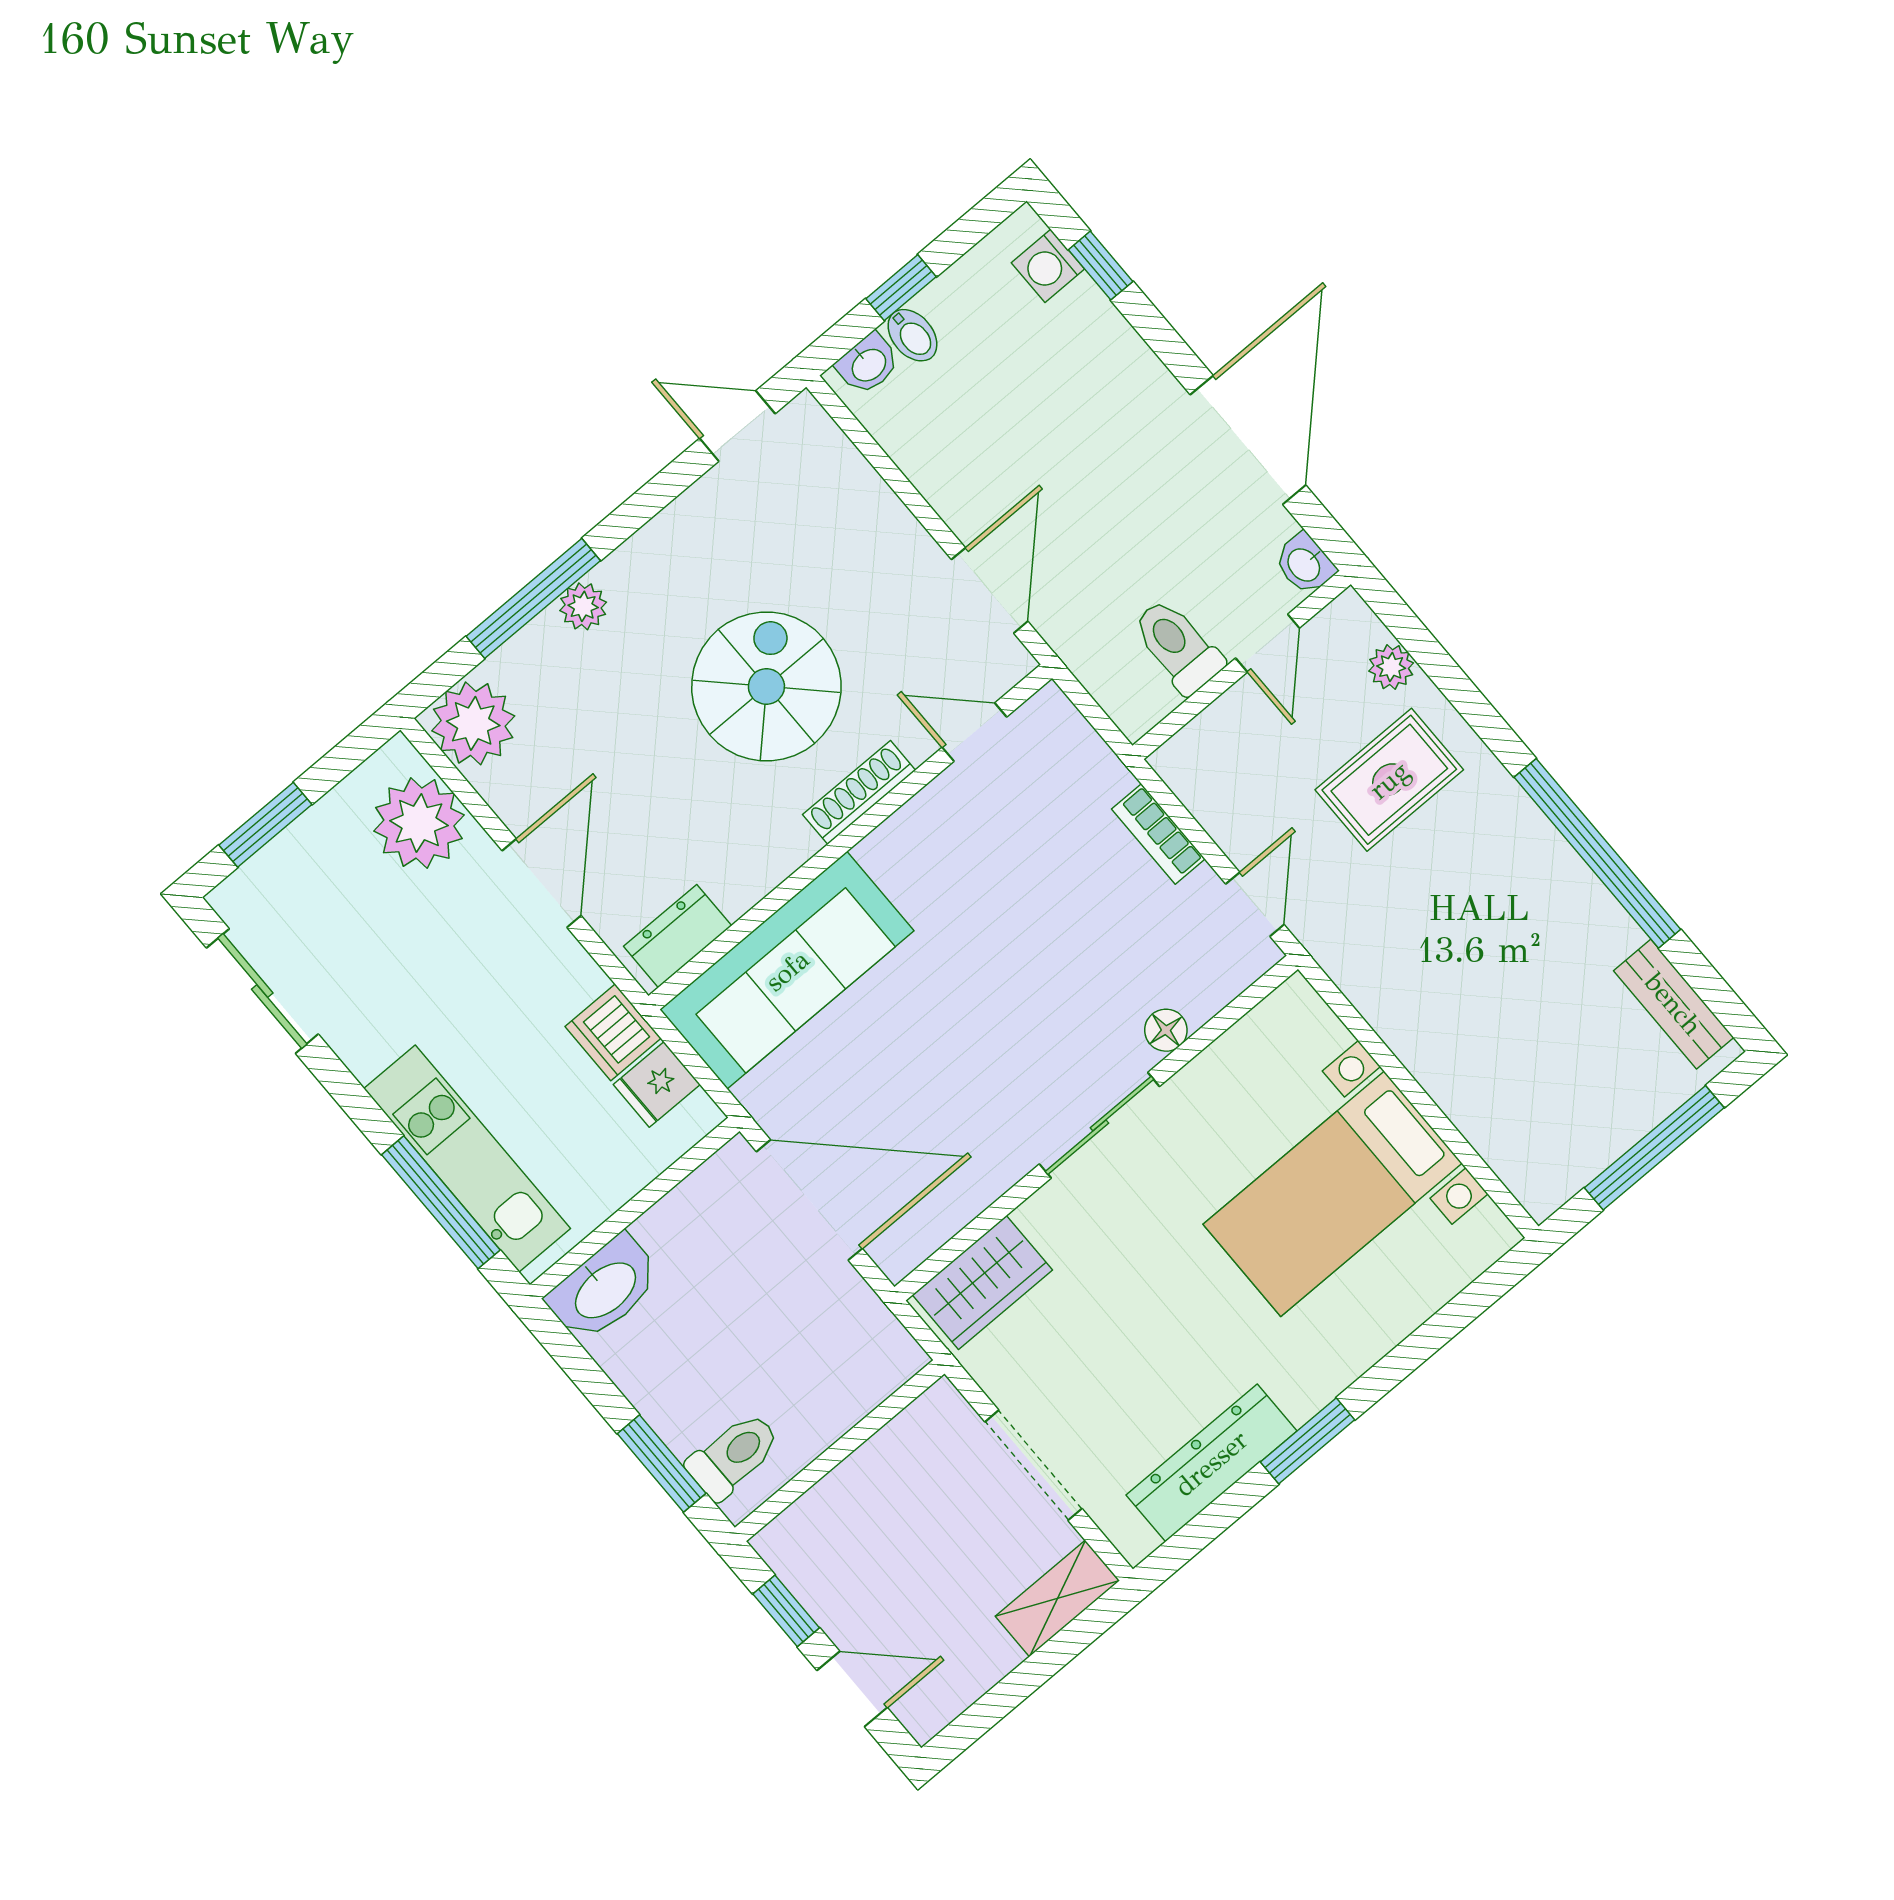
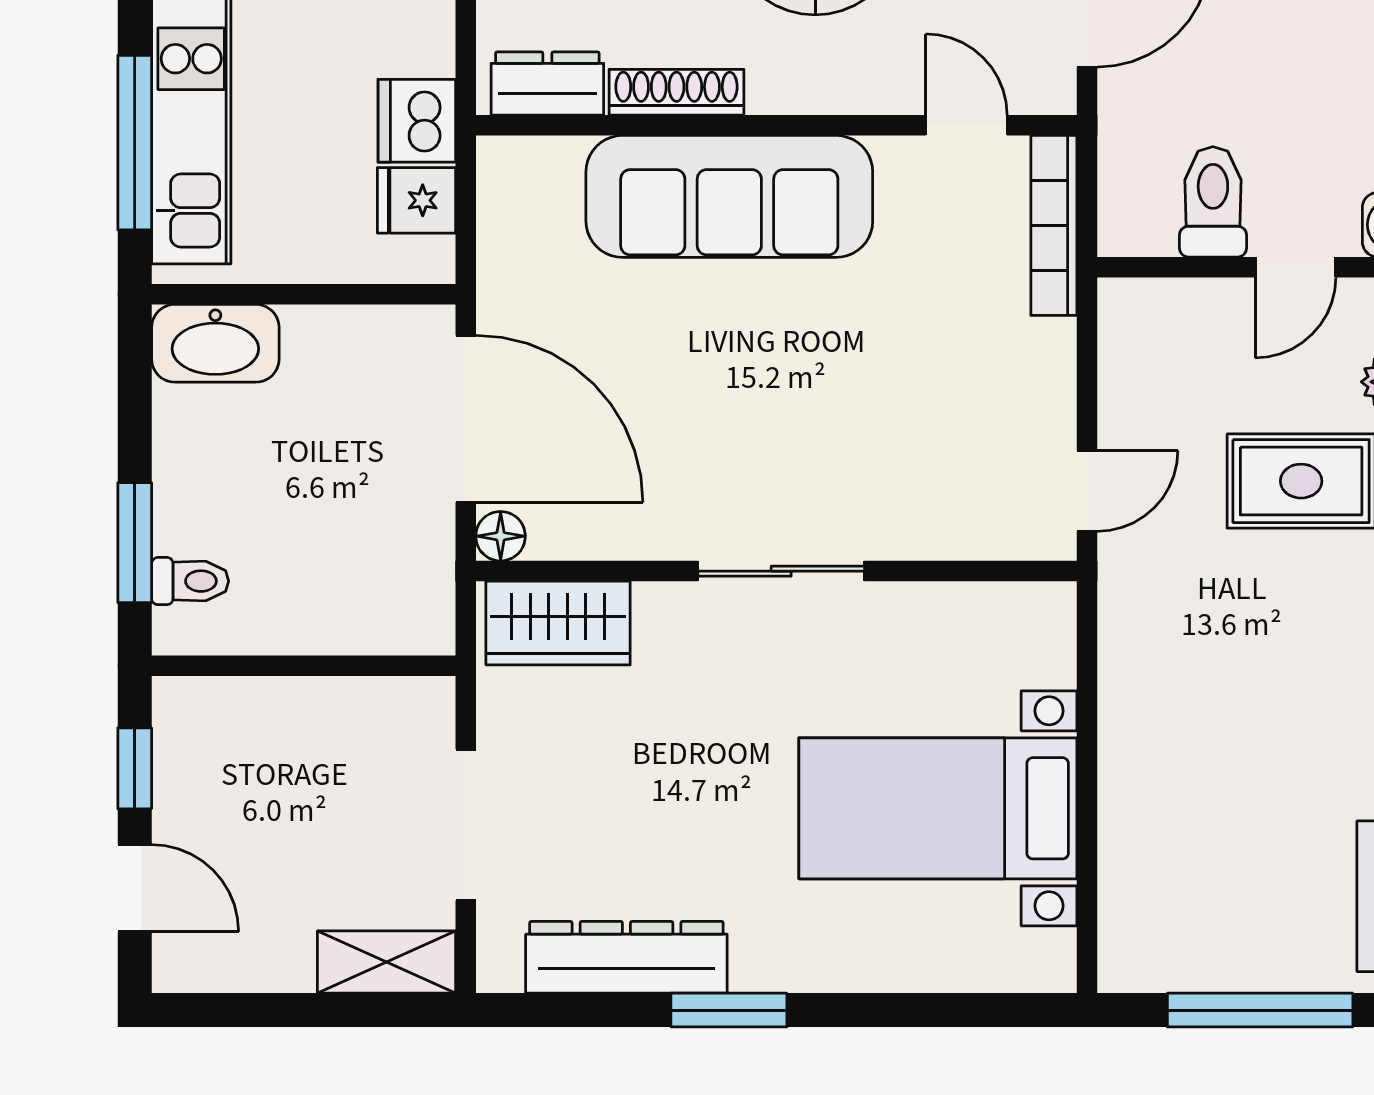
shoe rack: (859, 793) -> (676, 92), moved
bookcase: (1158, 834) -> (1054, 225), moved, width x1.56
sofa: (787, 970) -> (729, 196), moved
floor lamp: (1166, 1030) -> (501, 536), moved
toilet: (734, 1456) -> (190, 581), width x0.73, depth x0.72

